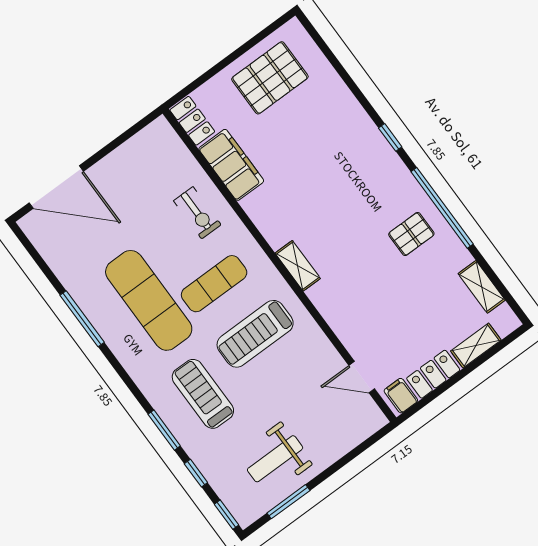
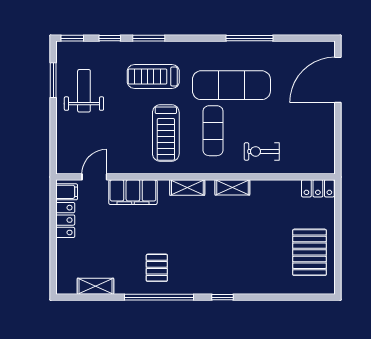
filing cabinet: (231, 165) -> (133, 192), moved
treadmill: (255, 334) -> (166, 133), turned 180
shelving: (476, 346) -> (232, 187), moved, turned 90
treadmill: (203, 394) -> (153, 77), turned 180

